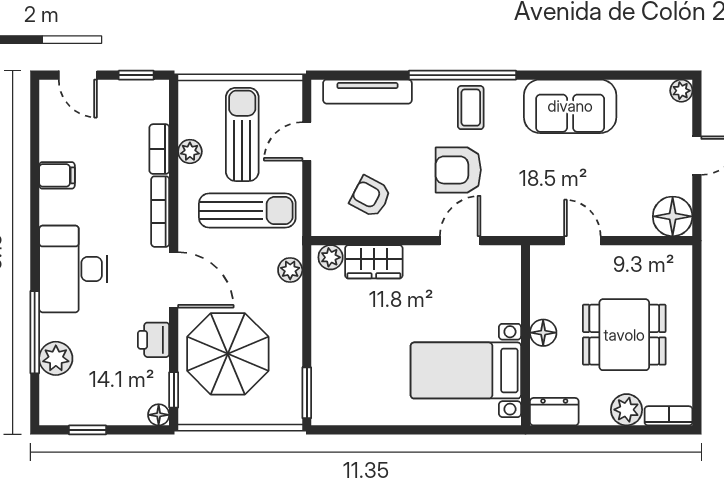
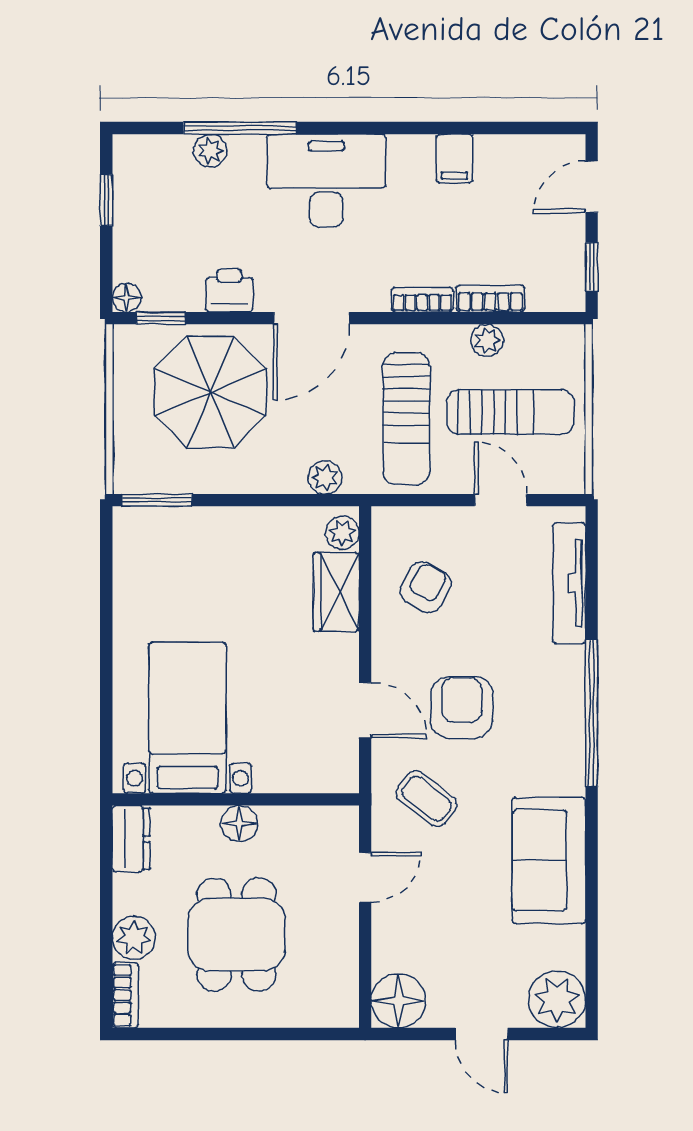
plant: (681, 91) -> (557, 999), width x1.88, depth x1.88
coffee table: (471, 108) -> (426, 799), moved, turned 38
bookcase: (160, 212) -> (422, 300), width x0.64
plant: (56, 358) -> (210, 151), width x0.73, depth x0.73

